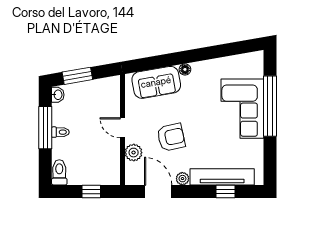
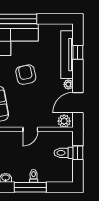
armchair: (171, 137) -> (26, 75), moved
plant: (134, 153) -> (64, 121), moved
toilet: (59, 172) -> (64, 153), moved

